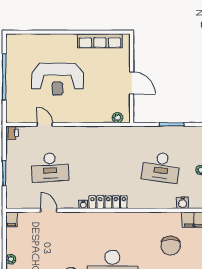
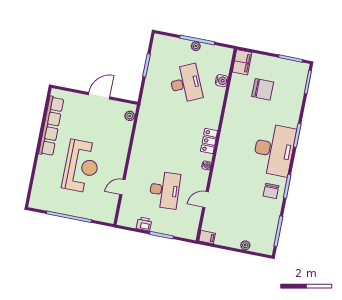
row of seats: (100, 41) -> (51, 126), width x1.36
printer: (12, 133) -> (144, 224), moved
desk: (161, 167) -> (186, 83), turned -33
locker: (108, 202) -> (209, 141), width x0.66
water cooler: (183, 203) -> (222, 81), moved

